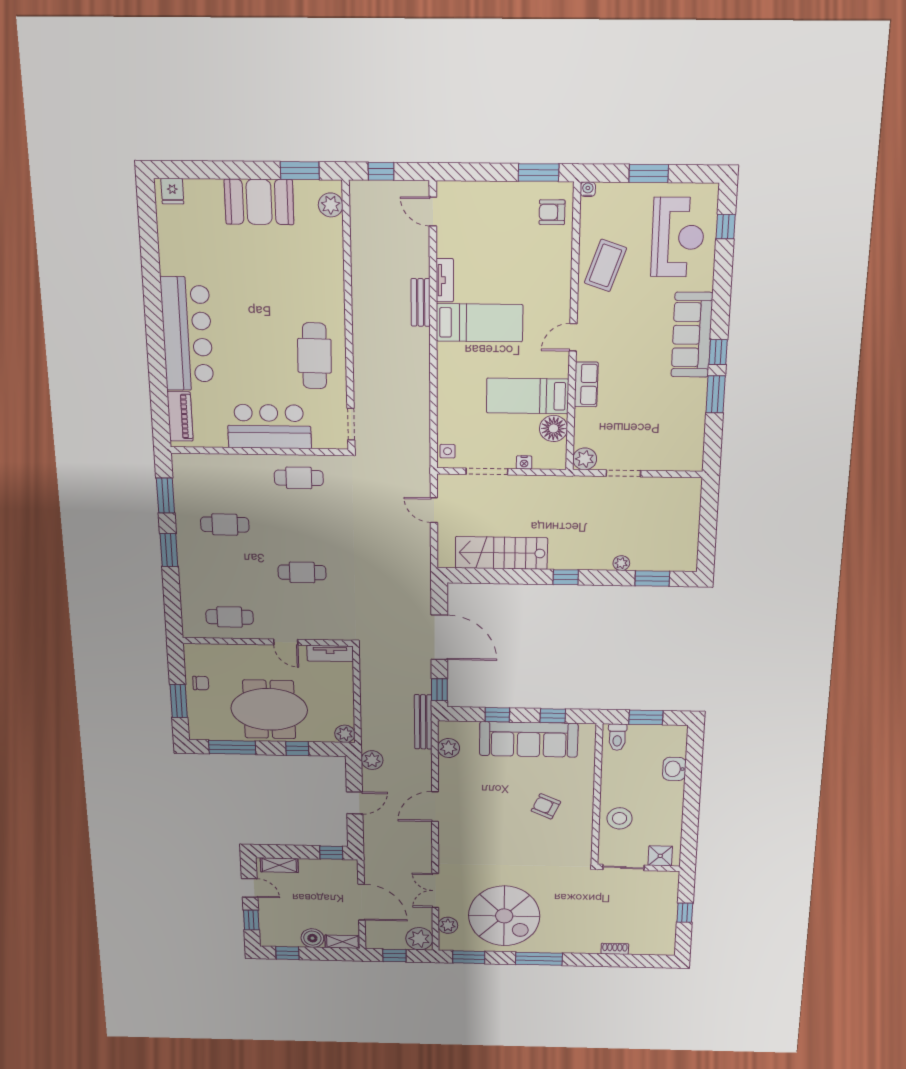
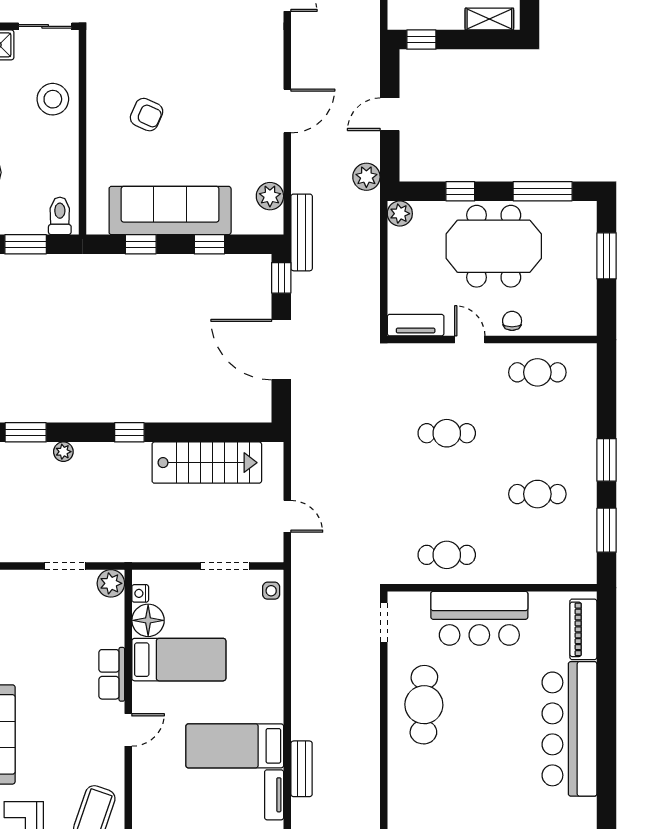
nightstand: (524, 462) -> (140, 593), moved, turned -90
chair: (201, 683) -> (512, 321), moved, turned 90

